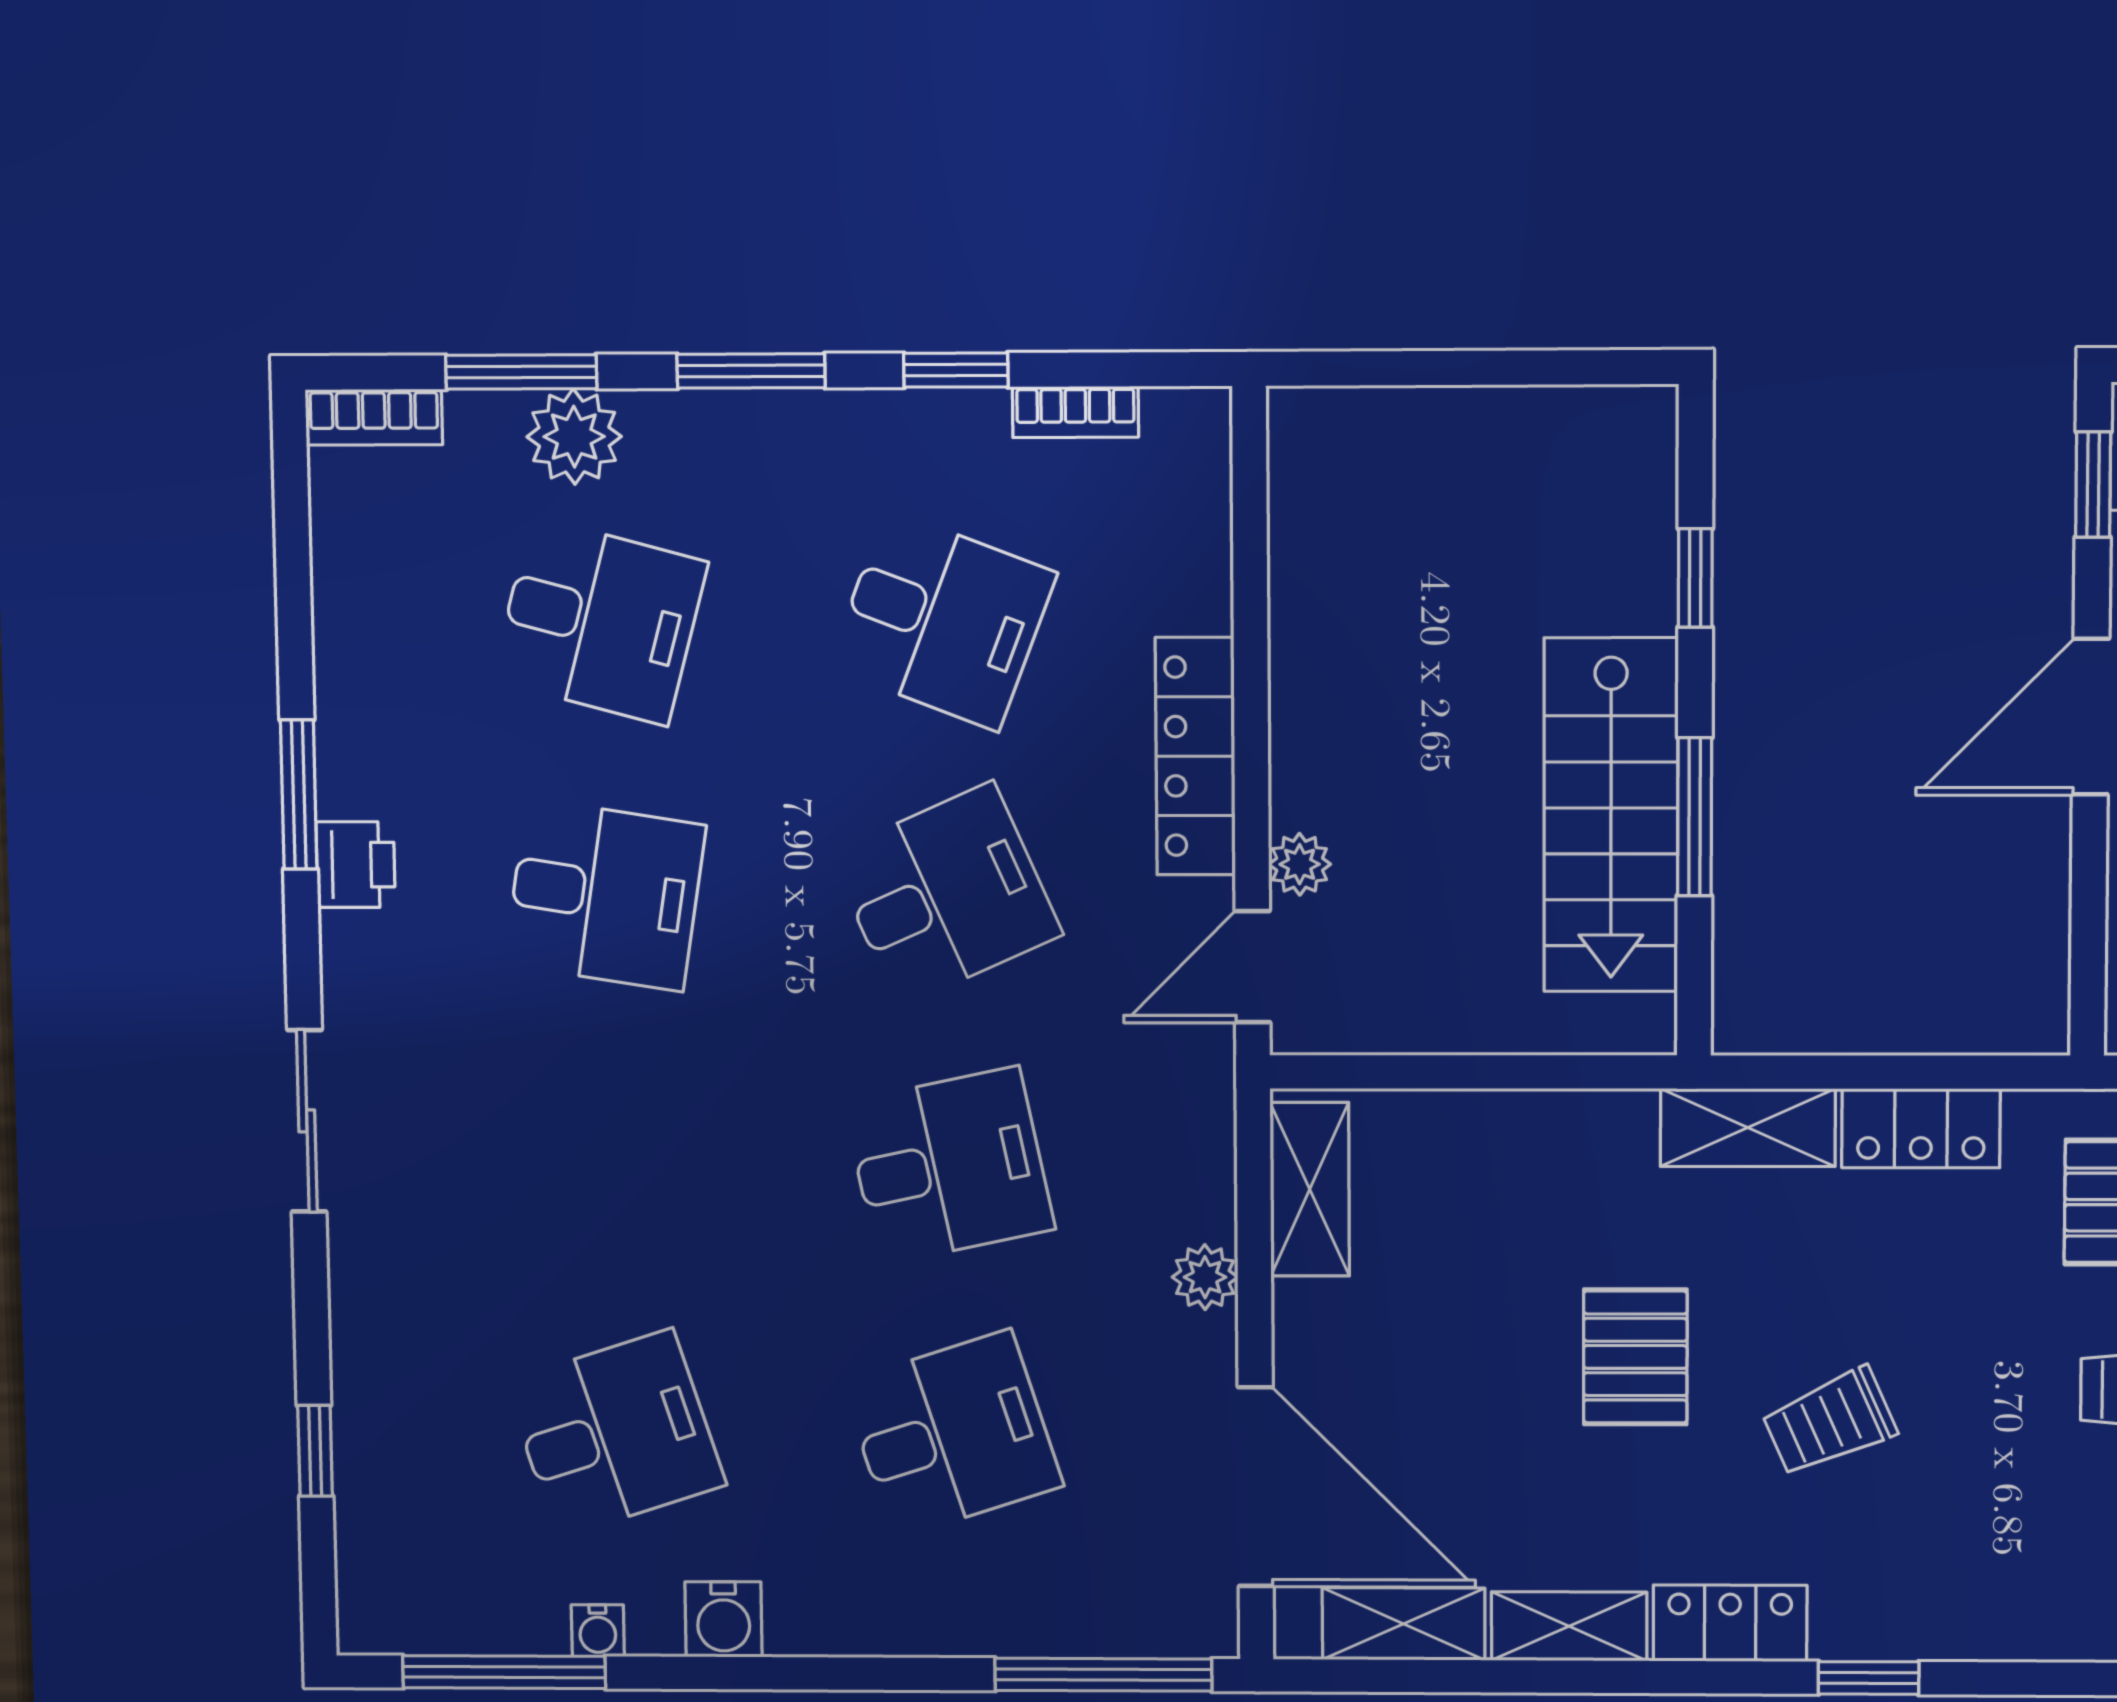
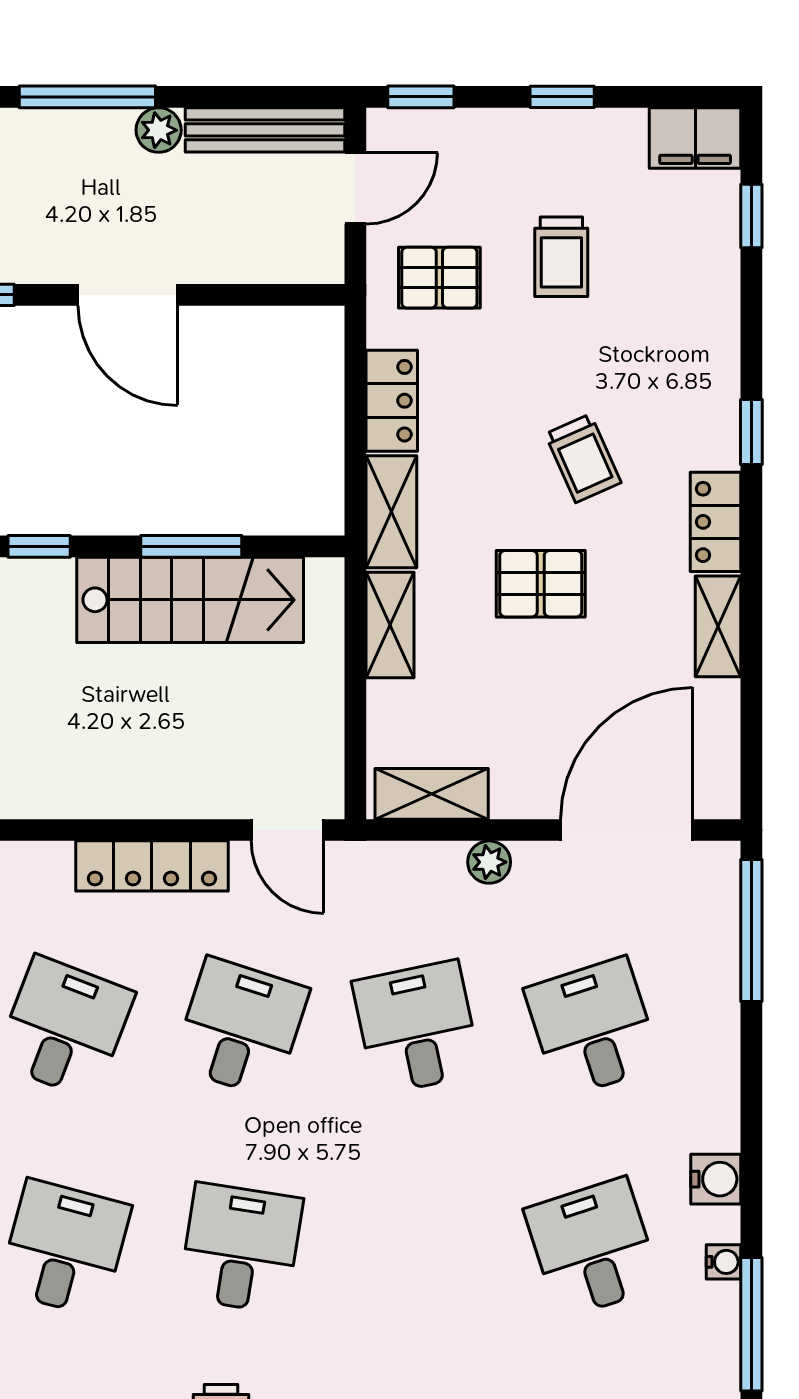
plant: (1300, 864) -> (221, 799), removed
desk: (946, 895) -> (241, 1027), turned 42
shelving: (1404, 1624) -> (390, 625), moved

